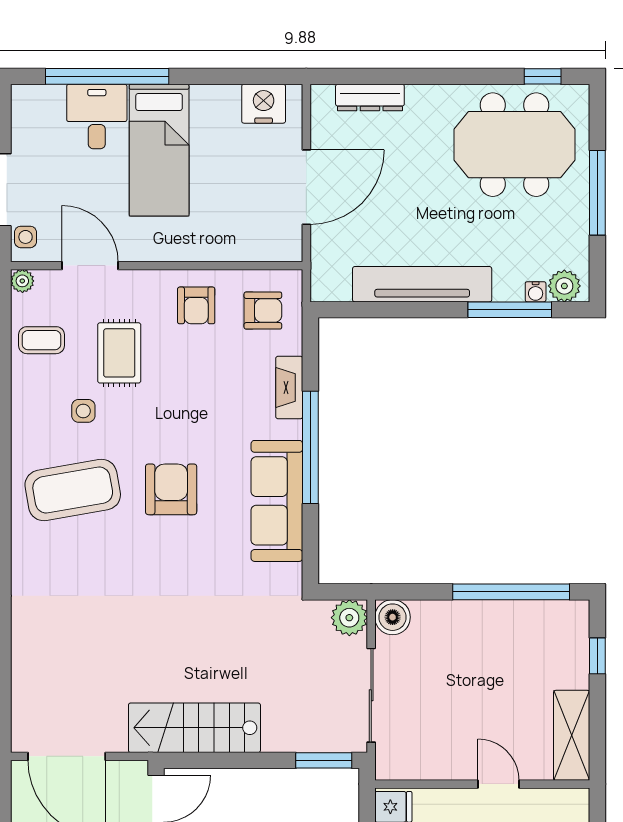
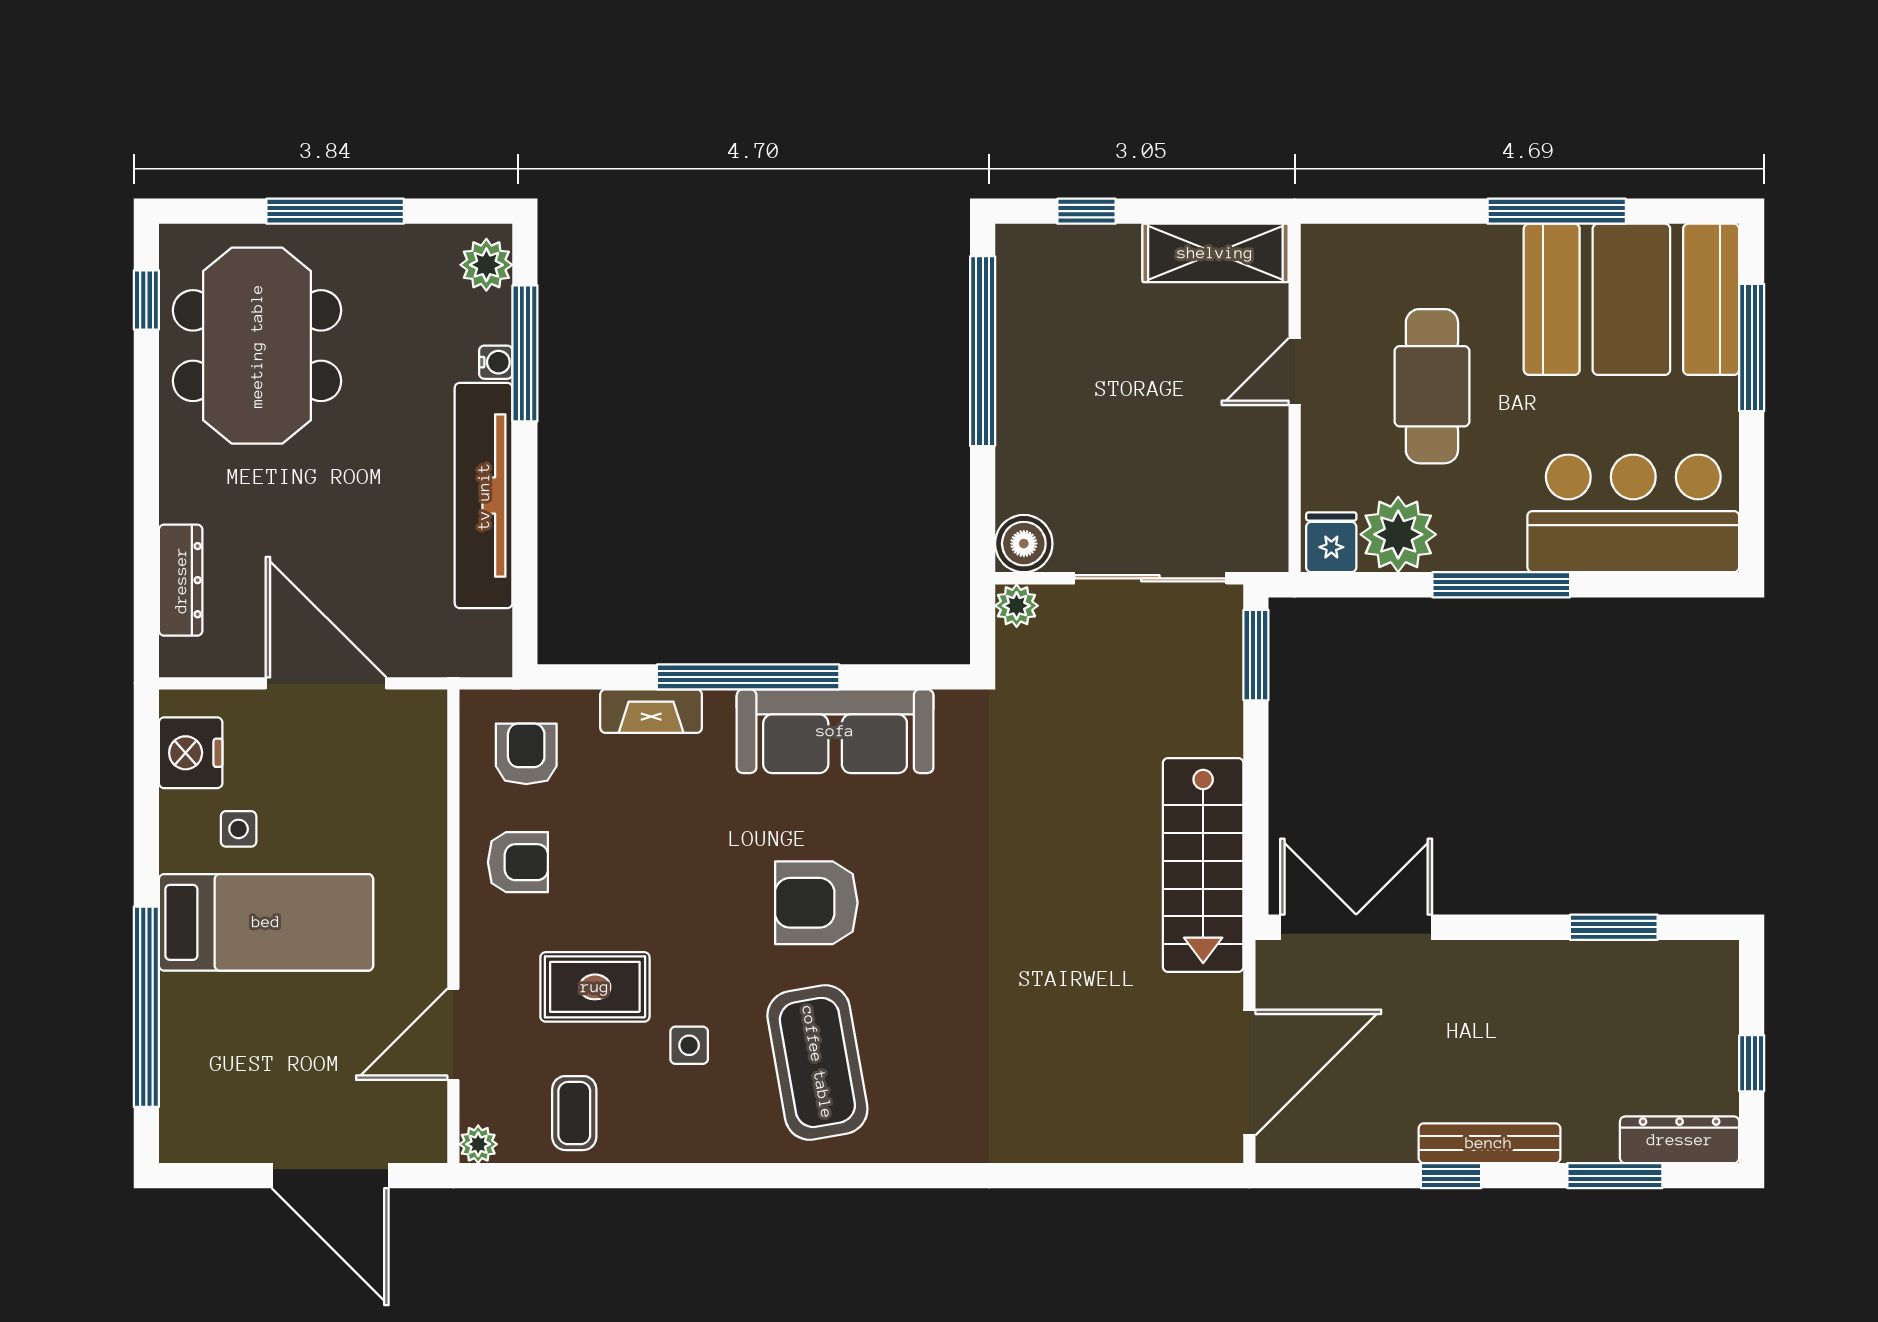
desk: (97, 117) -> (211, 1023), removed
side table: (26, 237) -> (239, 829), moved
water cooler: (536, 292) -> (496, 362), moved
plant: (349, 618) -> (1017, 606), width x0.73, depth x0.73

